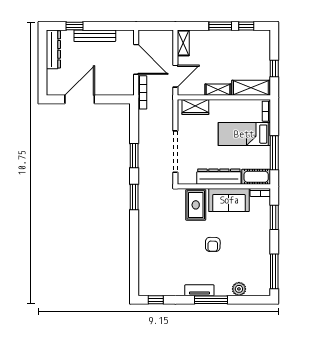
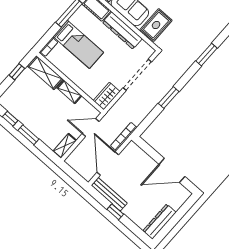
window: (75, 26) -> (115, 212), moved
bench: (95, 36) -> (109, 194), moved
wardrobe: (195, 107) -> (106, 96), moved, turned -90
window: (134, 197) -> (207, 55), moved

